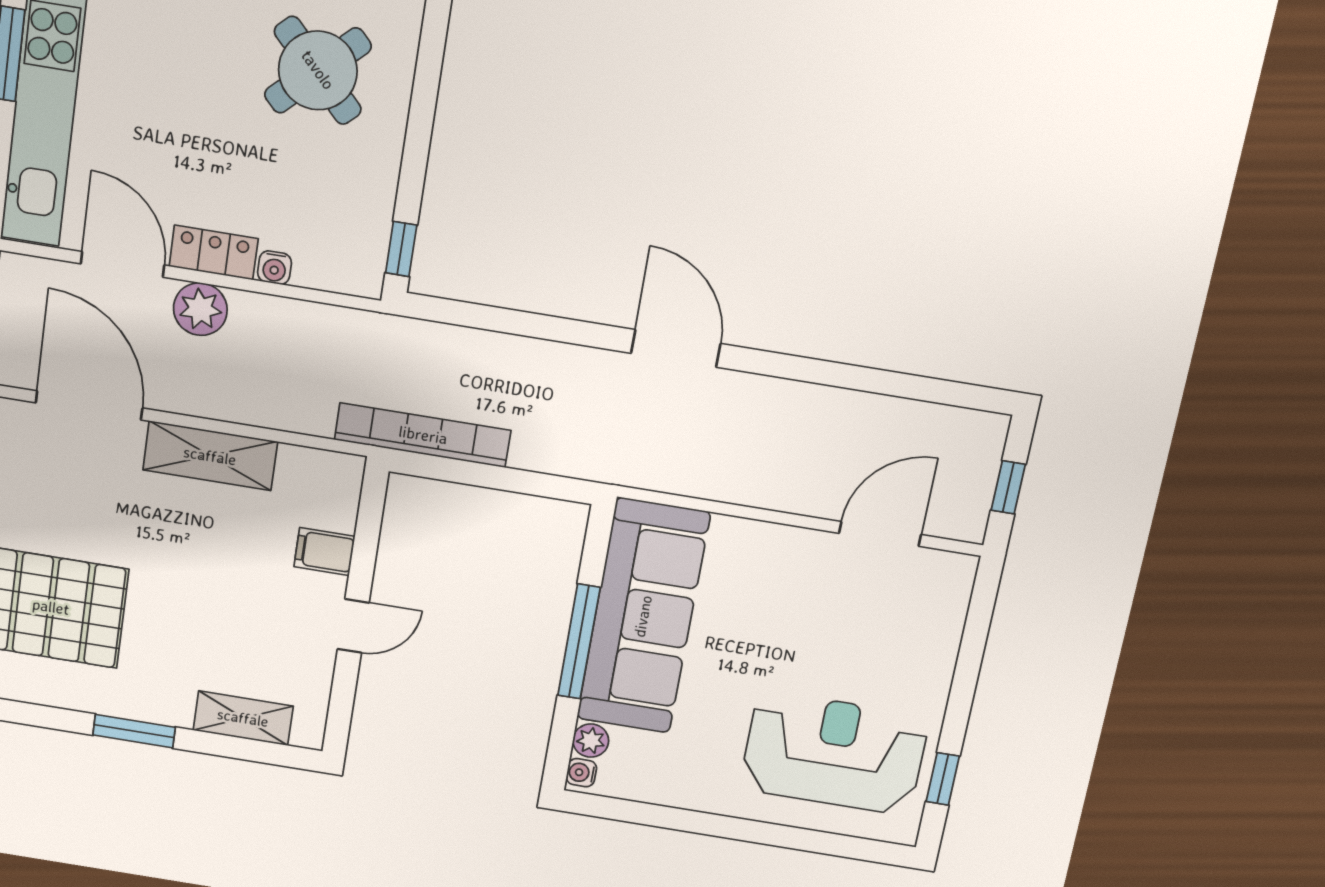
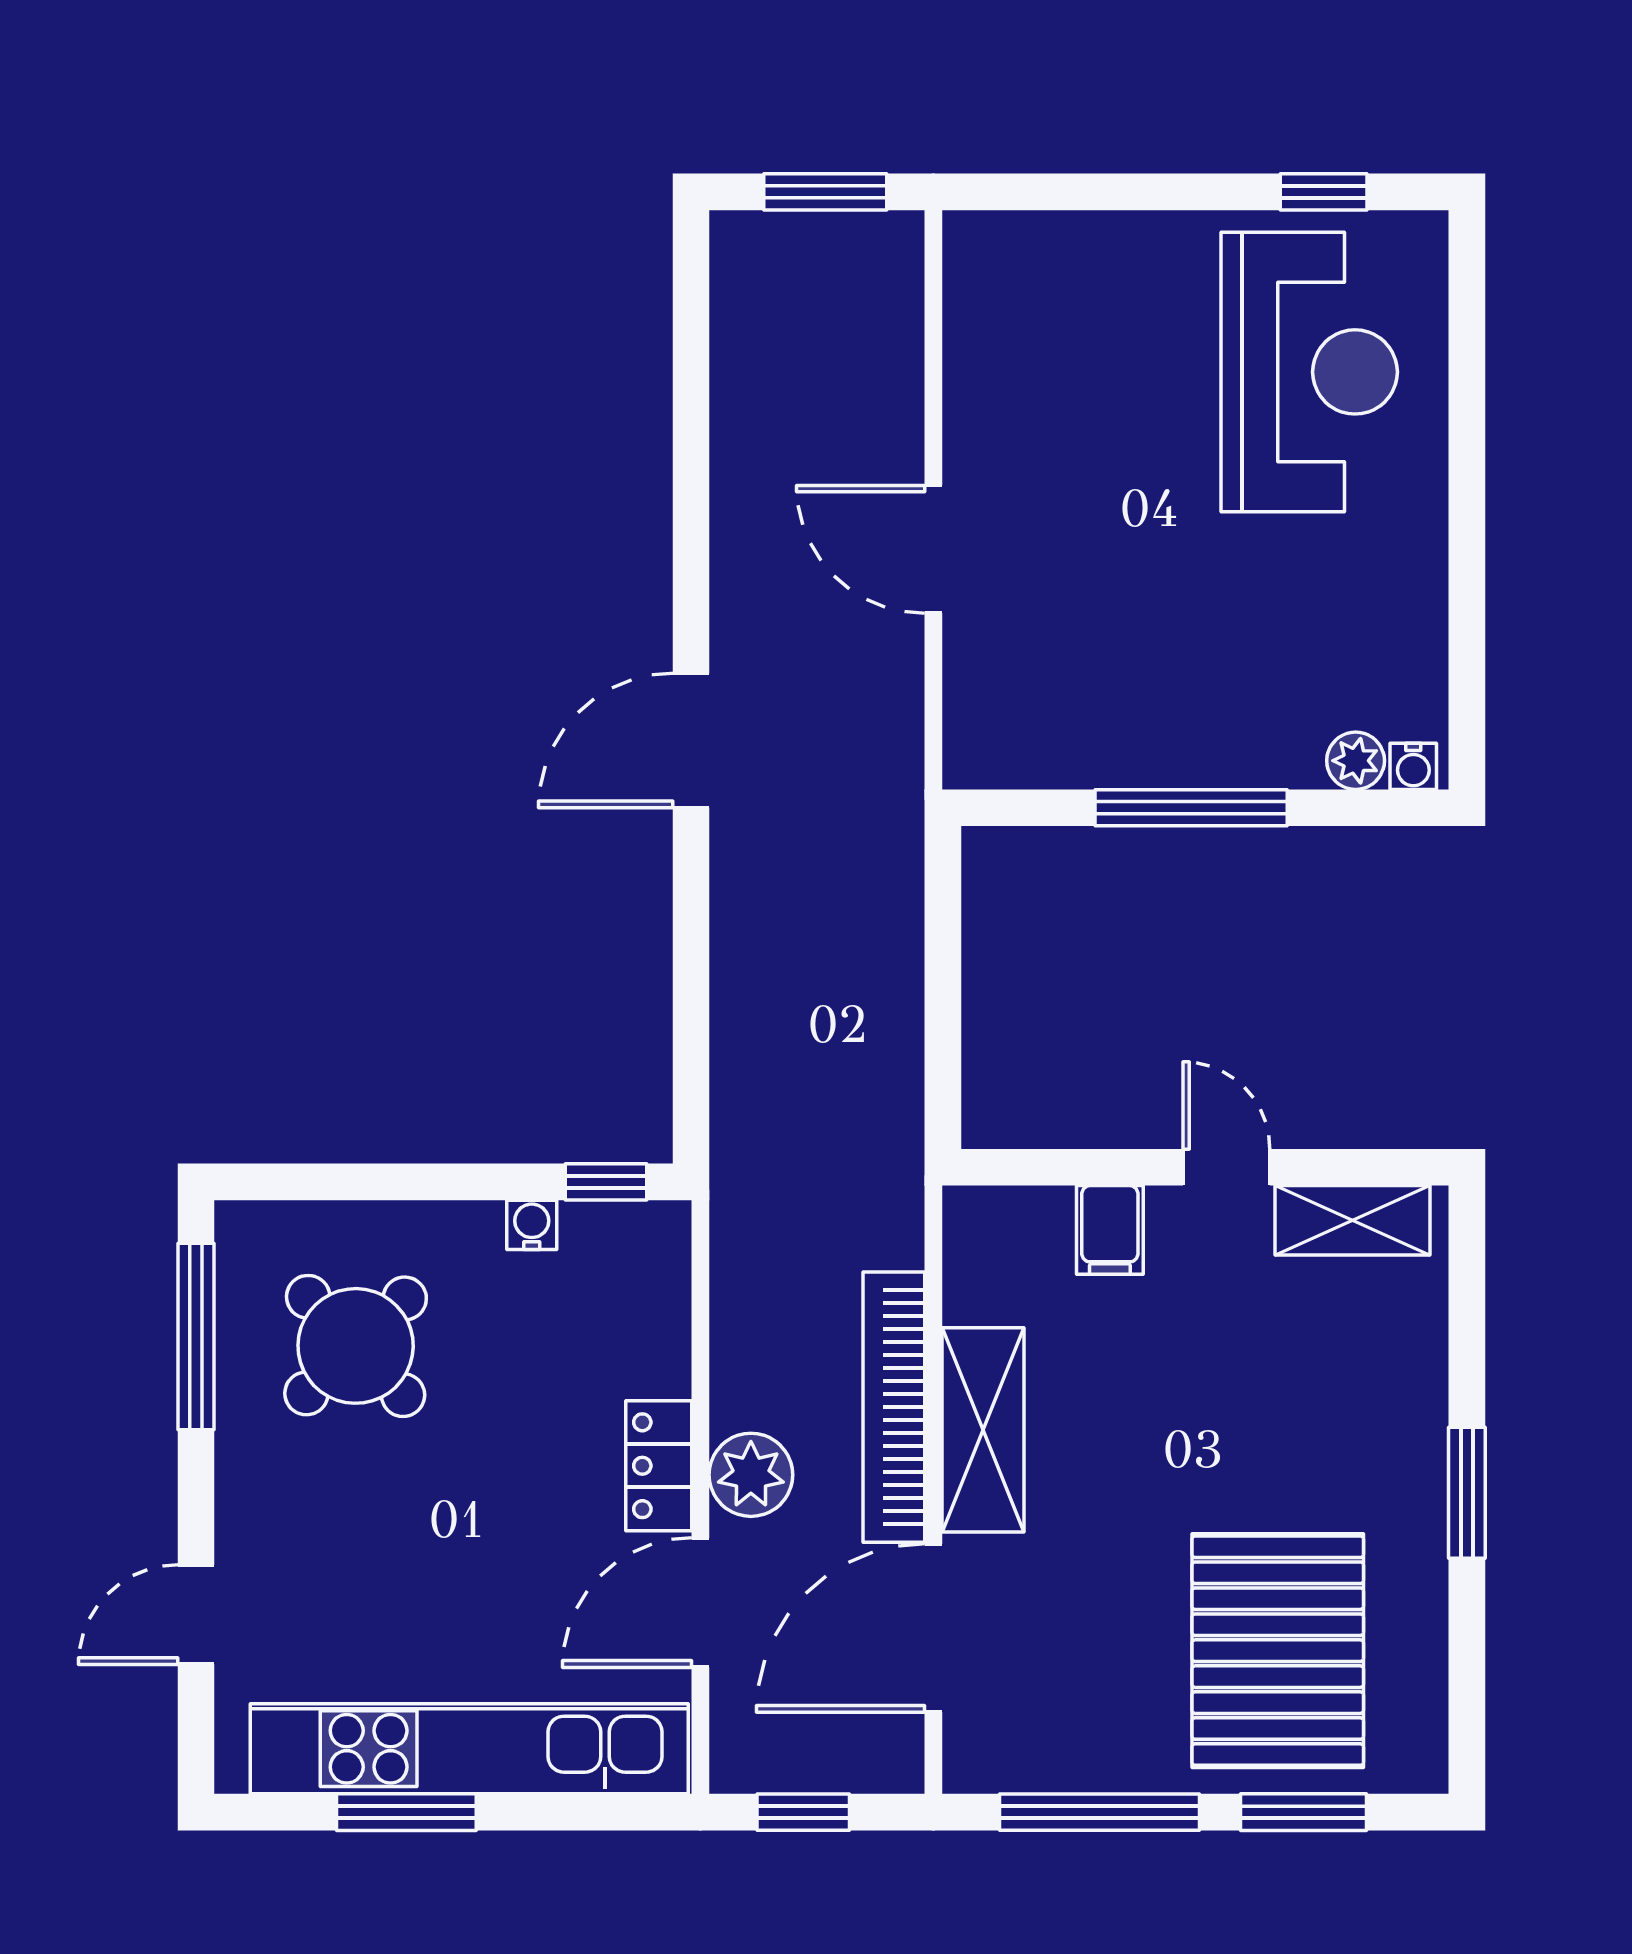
water cooler: (274, 268) -> (532, 1225), moved, turned -90
bookcase: (423, 435) -> (894, 1407), moved
window: (1008, 487) -> (825, 192), width x1.50
door: (880, 534) -> (933, 549), moved
sofa: (643, 616) -> (1132, 714), removed
shelving: (243, 718) -> (1353, 1220), moved, turned 90
reception desk: (834, 753) -> (1309, 372), turned 180

